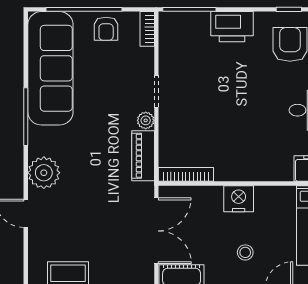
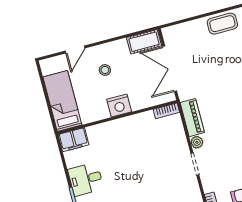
bookcase: (186, 174) -> (166, 111), width x0.64

